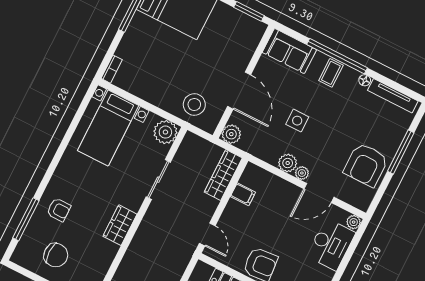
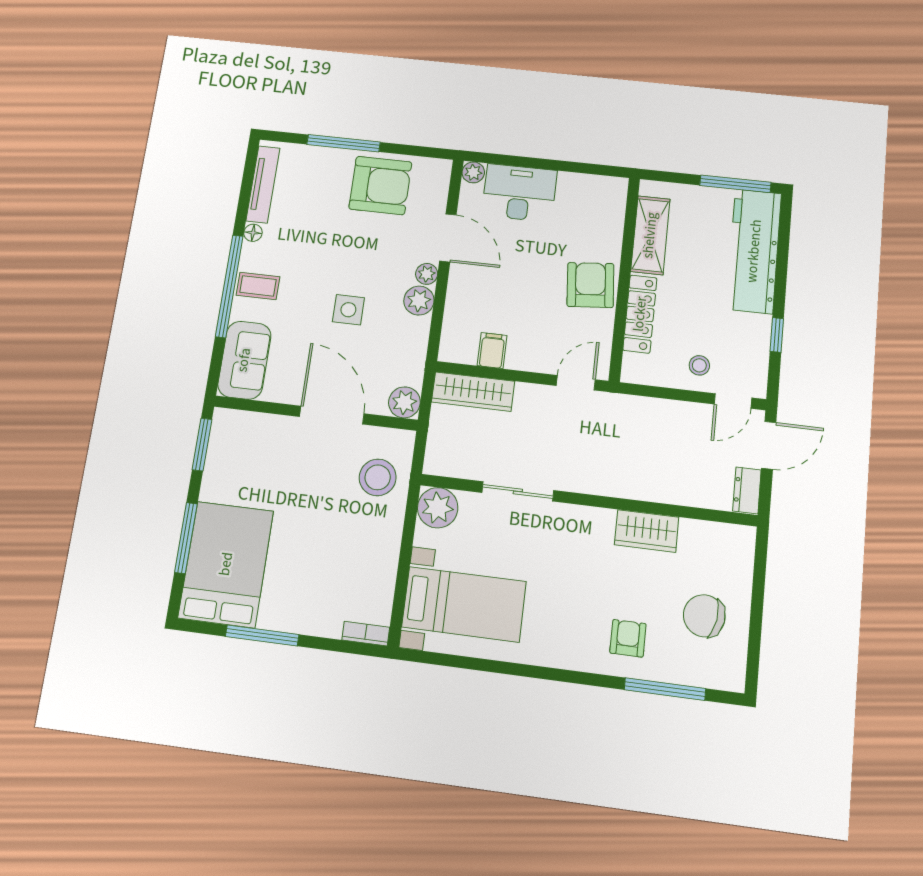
door: (239, 91) -> (332, 415), hinge flipped
wardrobe: (120, 225) -> (647, 531), moved
chair: (56, 255) -> (704, 616), turned -80

